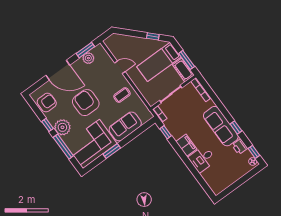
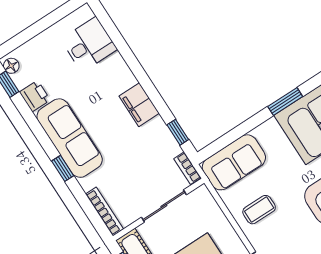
sofa: (125, 126) -> (234, 162), moved
window: (236, 127) -> (63, 168), moved
desk: (202, 159) -> (89, 44), moved

